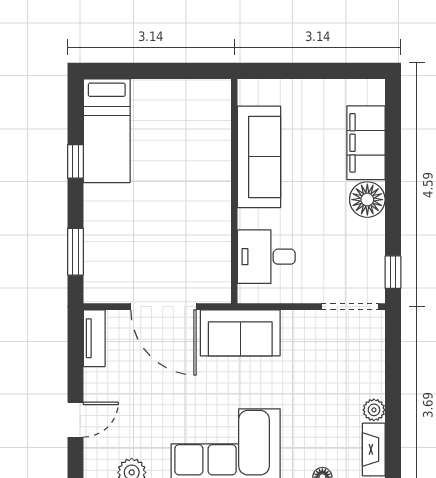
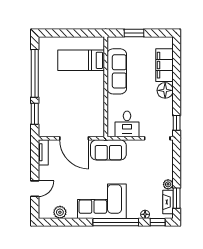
window: (298, 71) -> (134, 33), added
bed: (107, 131) -> (81, 60), moved, turned 90
window: (75, 161) -> (35, 73), width x3.17
desk: (266, 257) -> (127, 124), moved, turned -90
window: (393, 441) -> (177, 198), added

